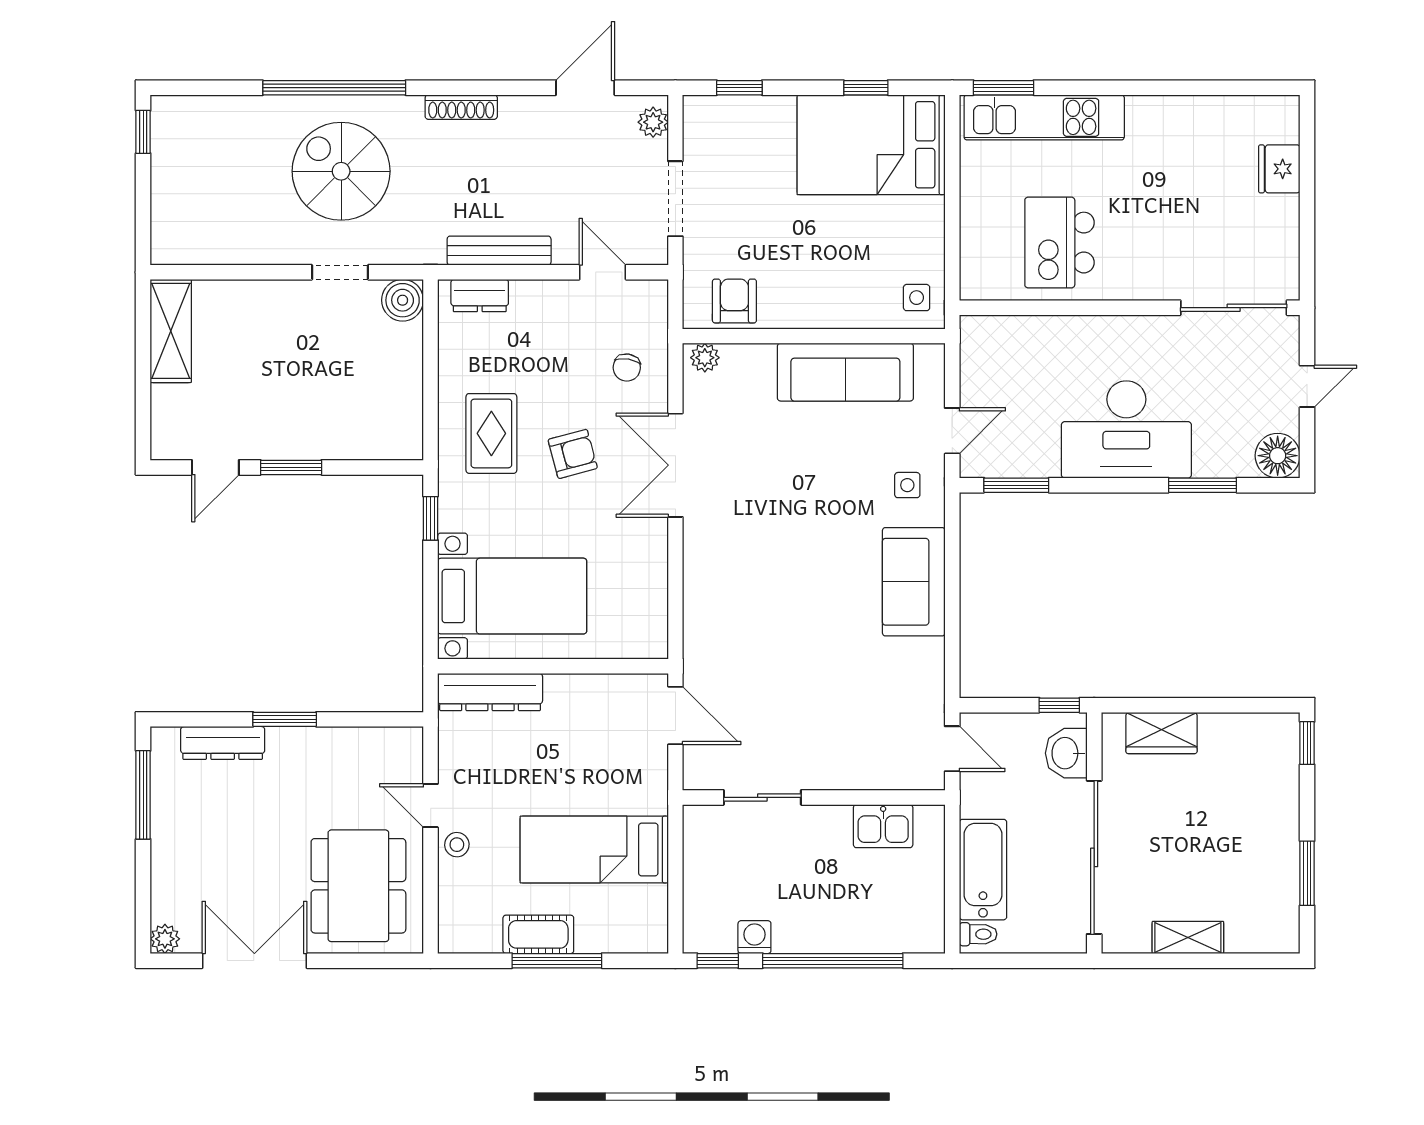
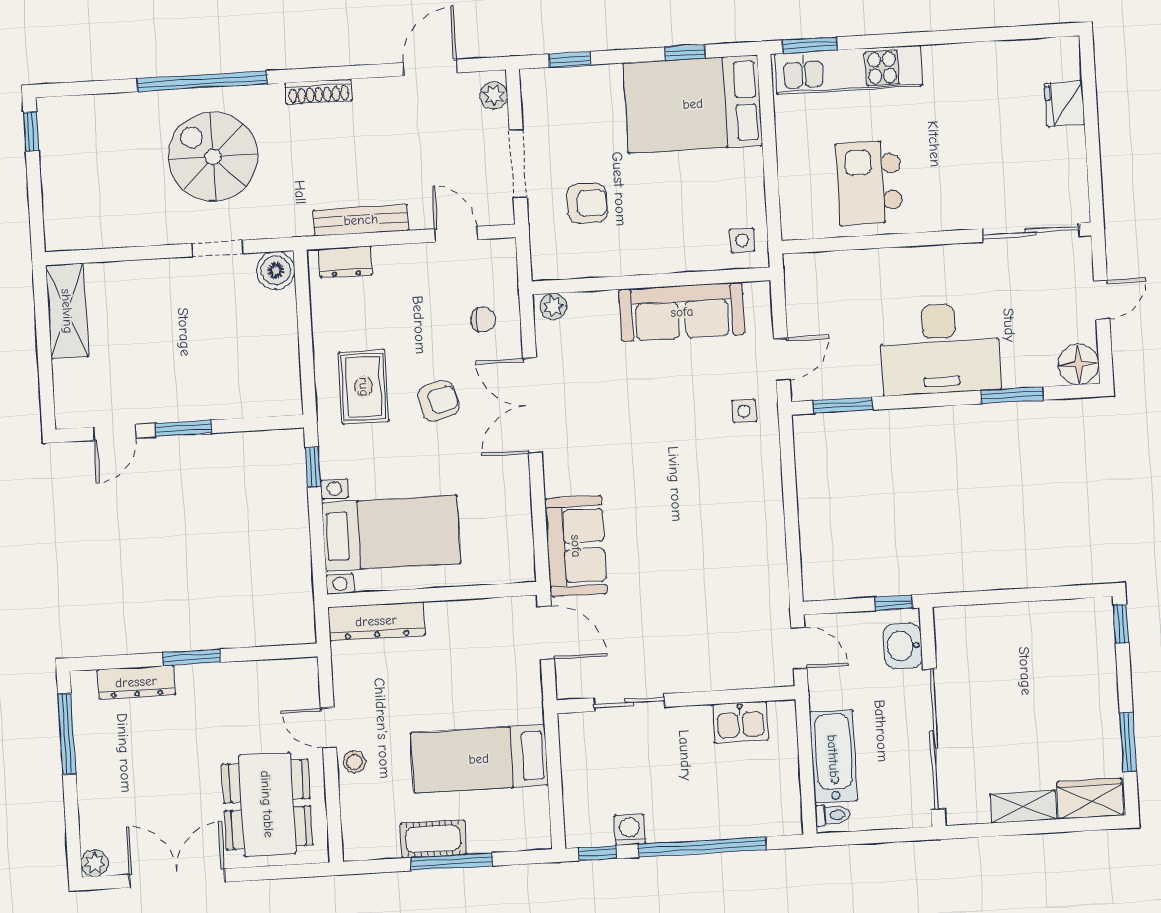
armchair: (734, 301) -> (587, 203), moved, turned 90
chair: (627, 368) -> (483, 320), turned -99
sofa: (914, 582) -> (576, 546), moved, turned 180
wardrobe: (1161, 733) -> (1090, 799), moved, turned 180

